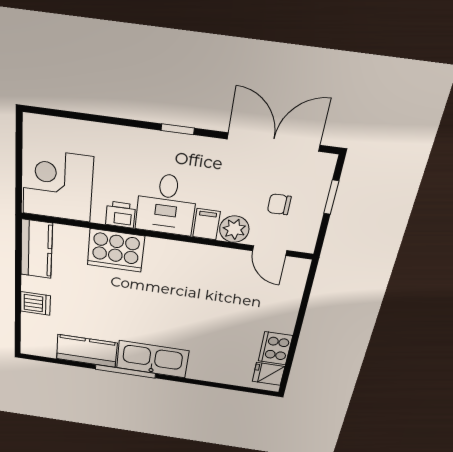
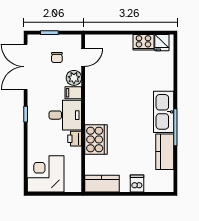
corner desk: (58, 185) -> (46, 174), moved, turned 90

